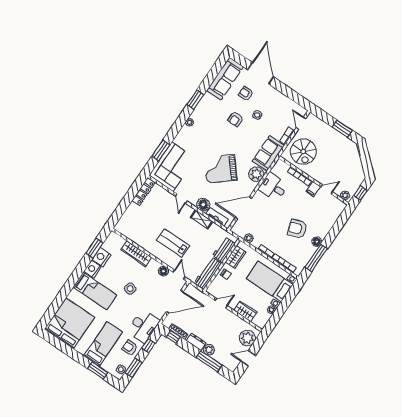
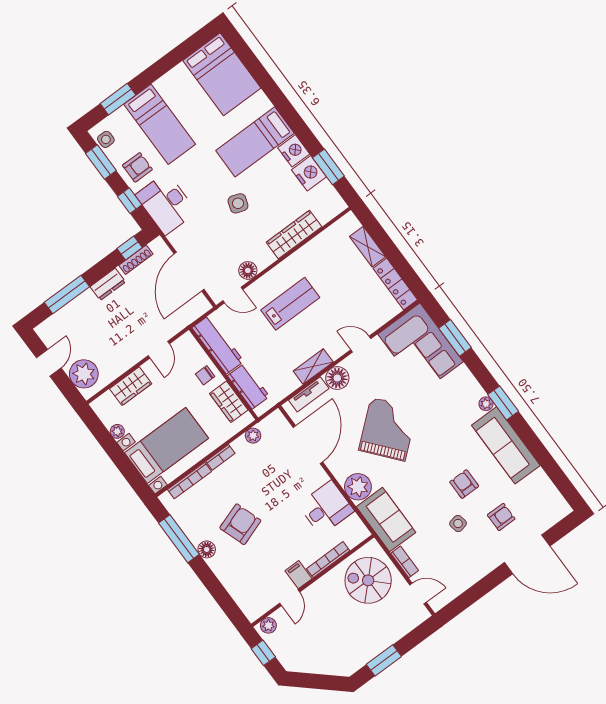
sofa: (225, 79) -> (506, 445), moved
window: (195, 100) -> (503, 403), moved
shelving: (129, 213) -> (368, 247), added
bed: (70, 323) -> (222, 74), width x0.73
plant: (209, 350) -> (87, 301), removed

